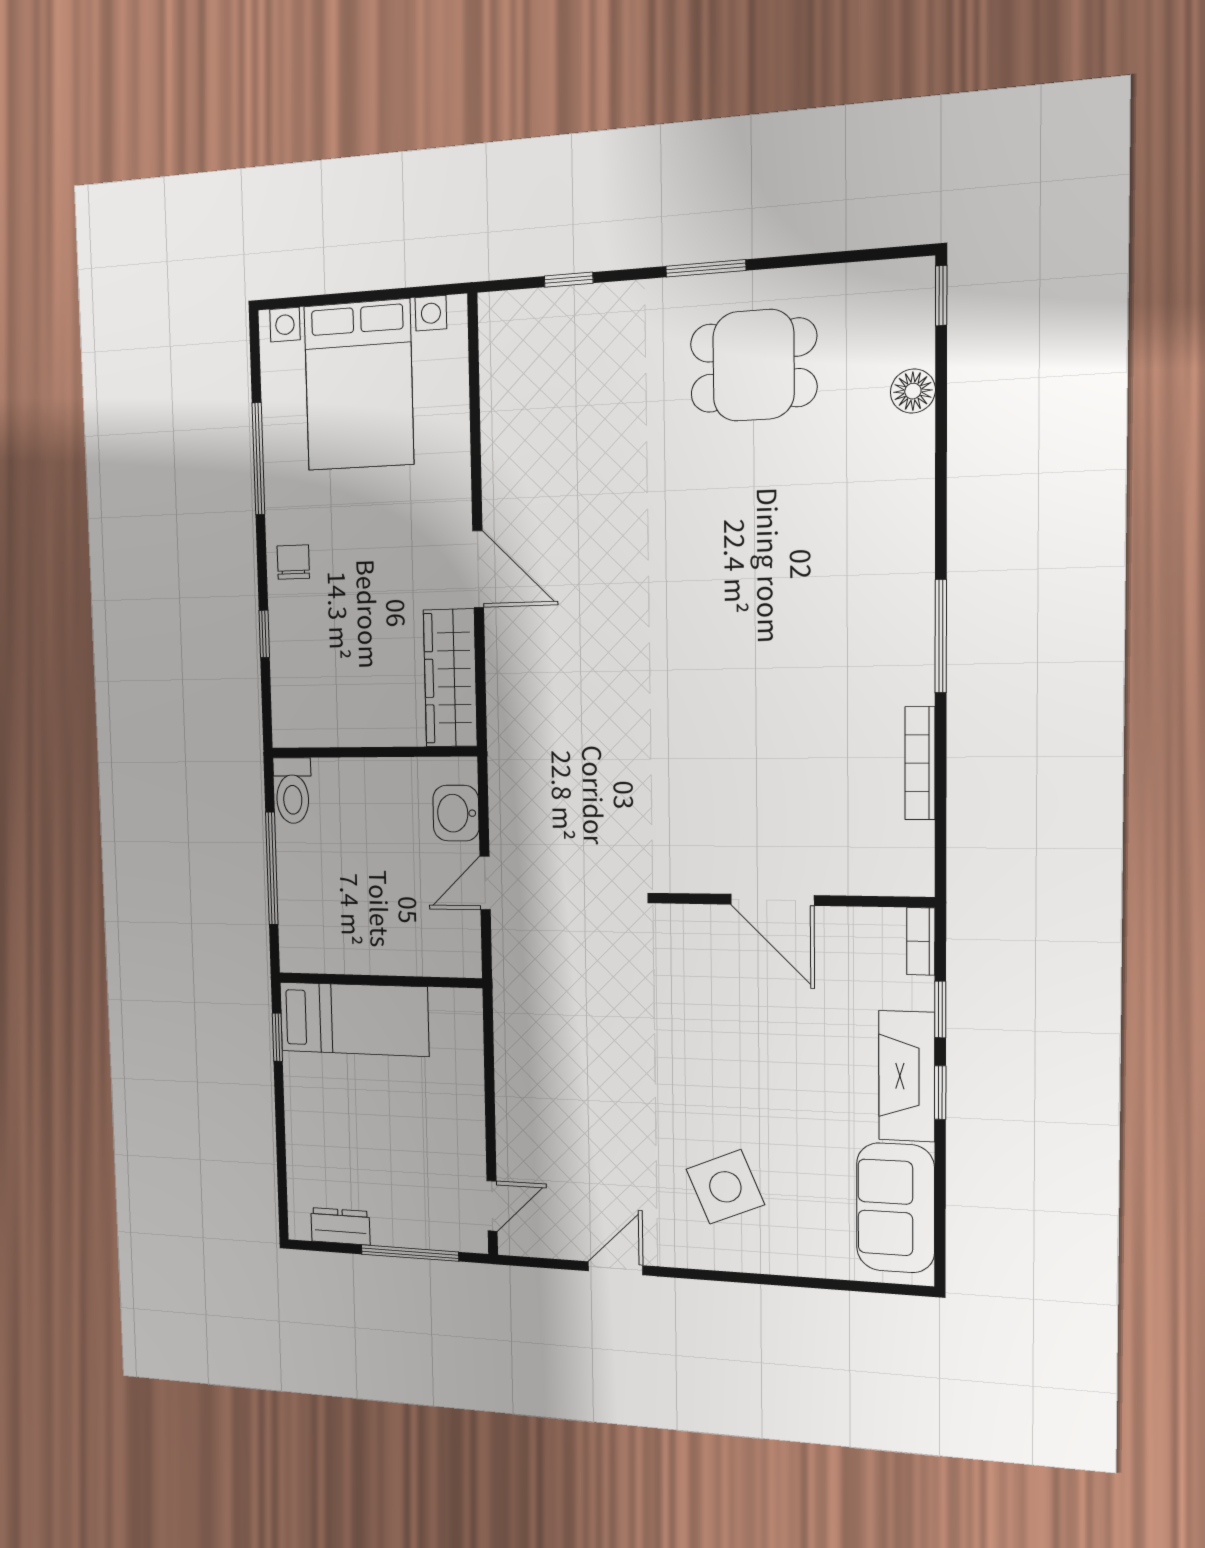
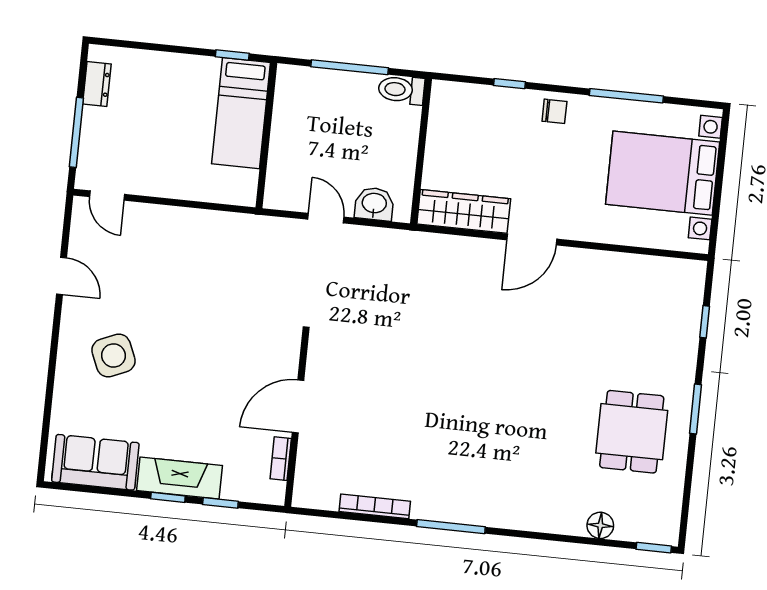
bookcase: (921, 941) -> (281, 459), moved, turned -90

